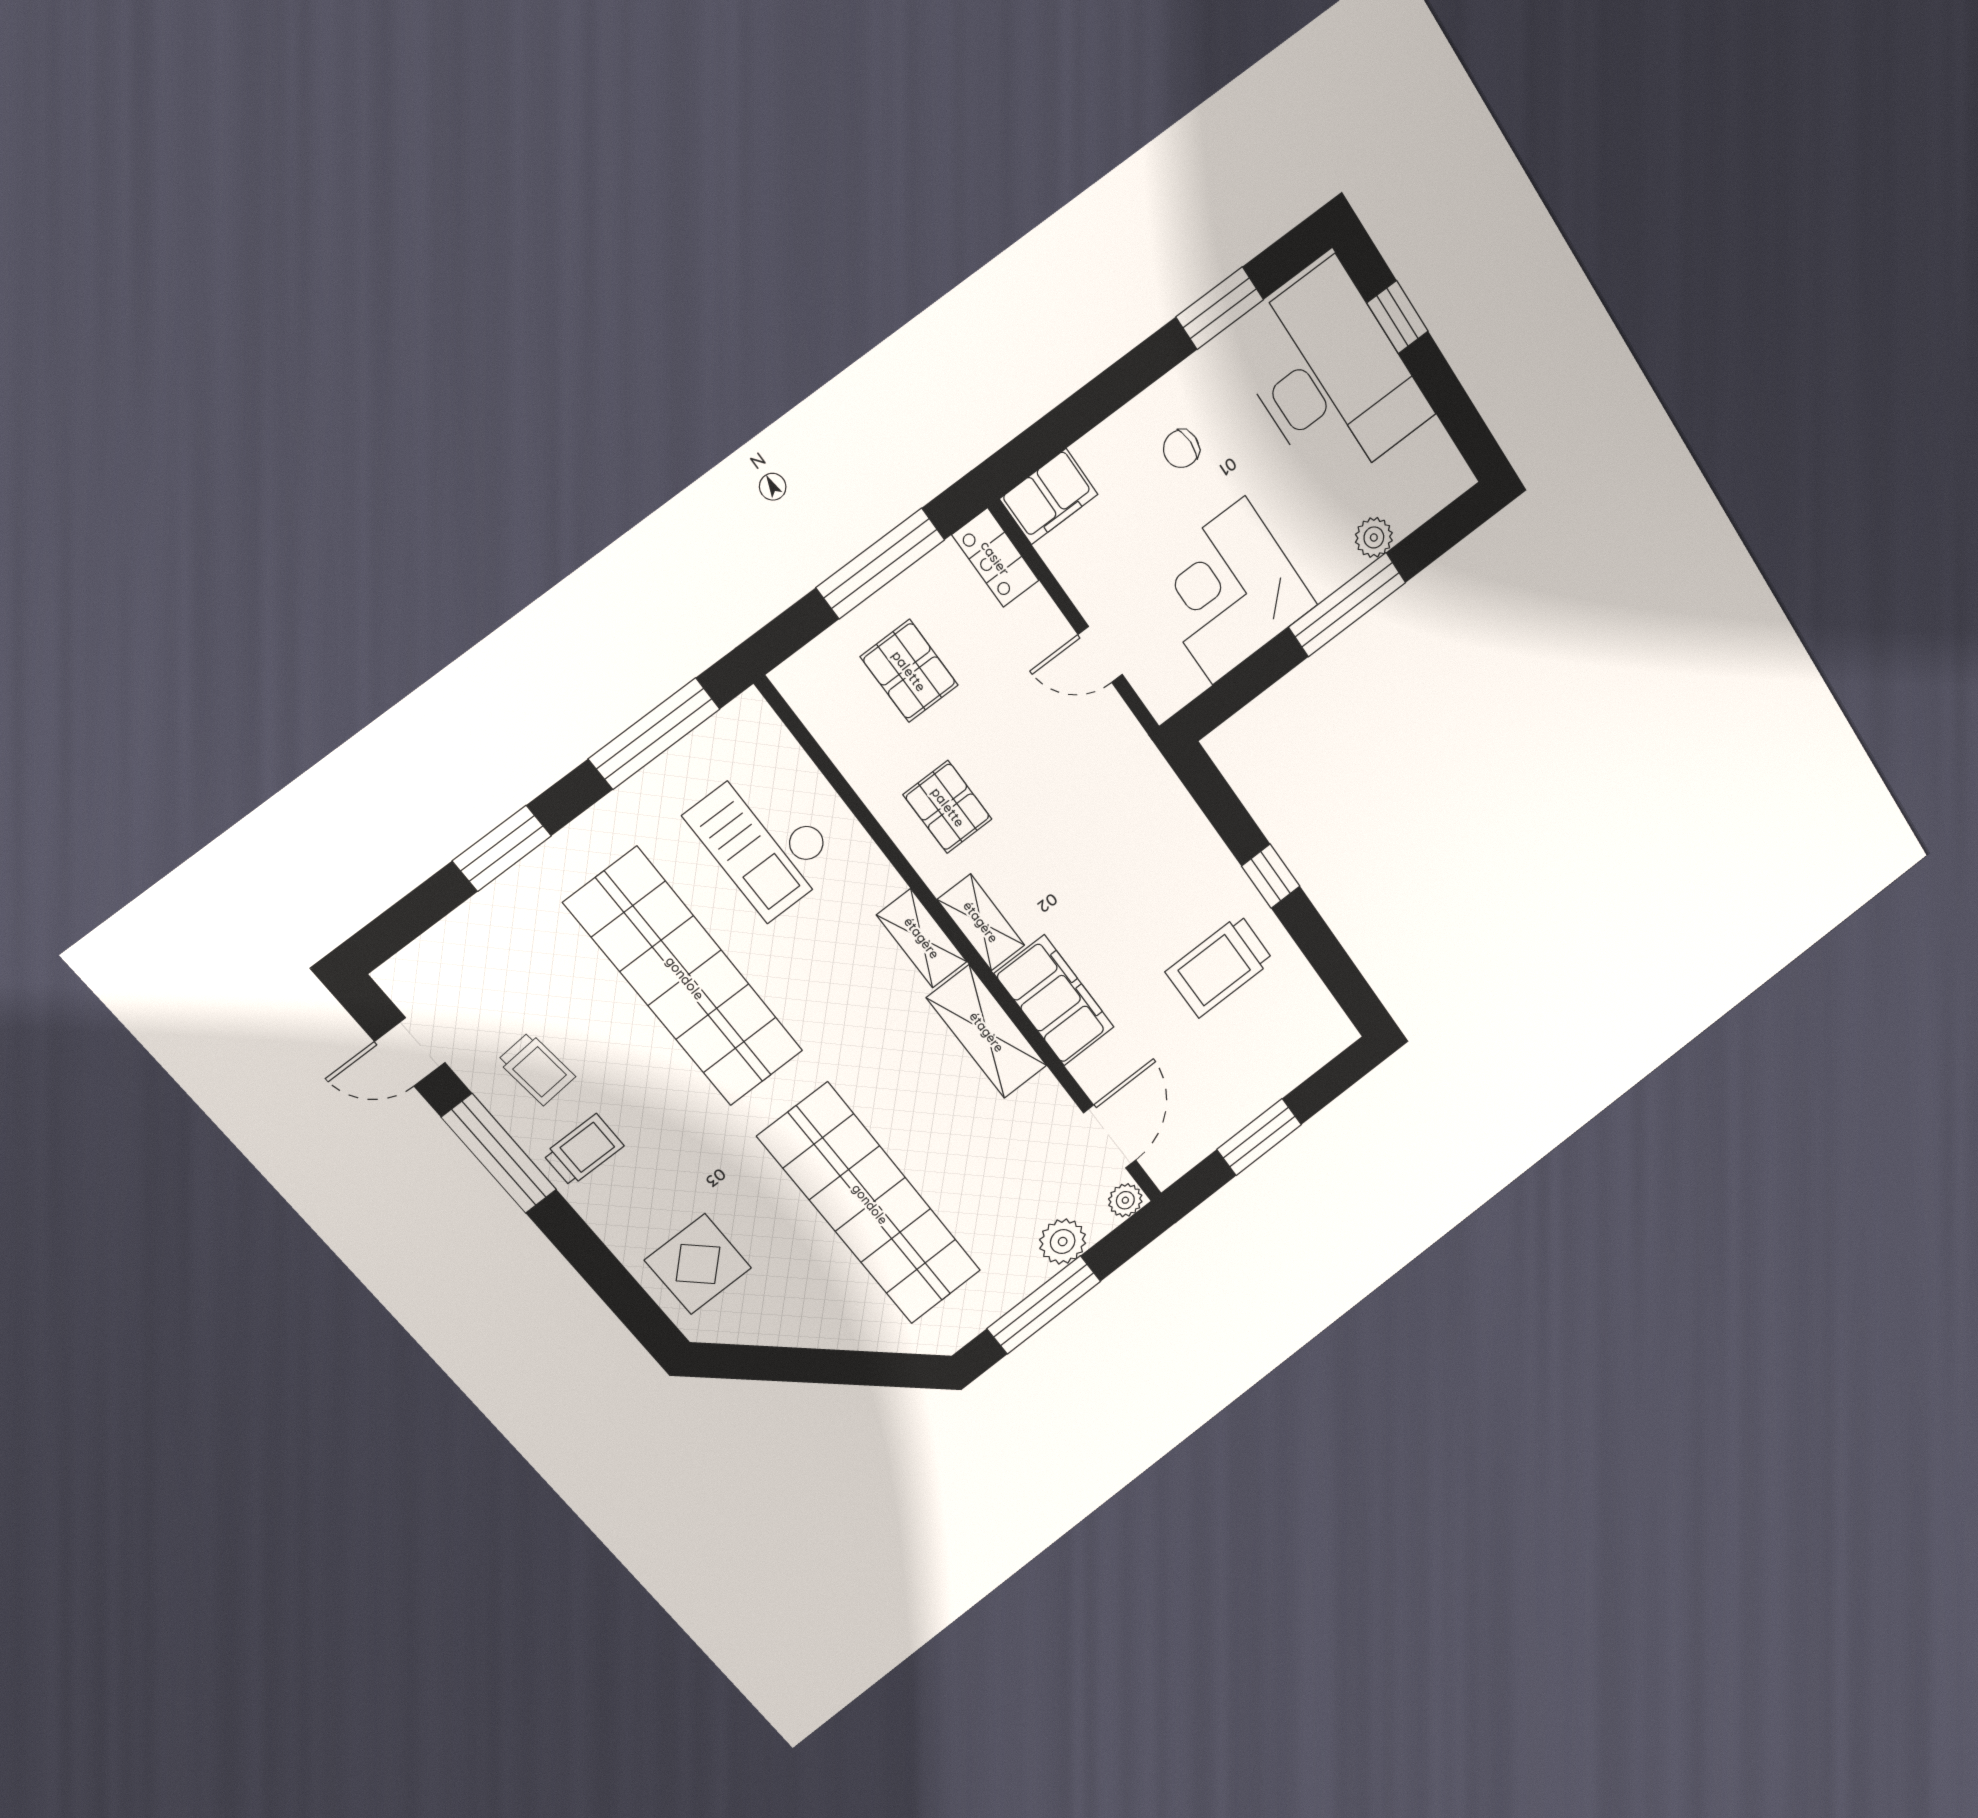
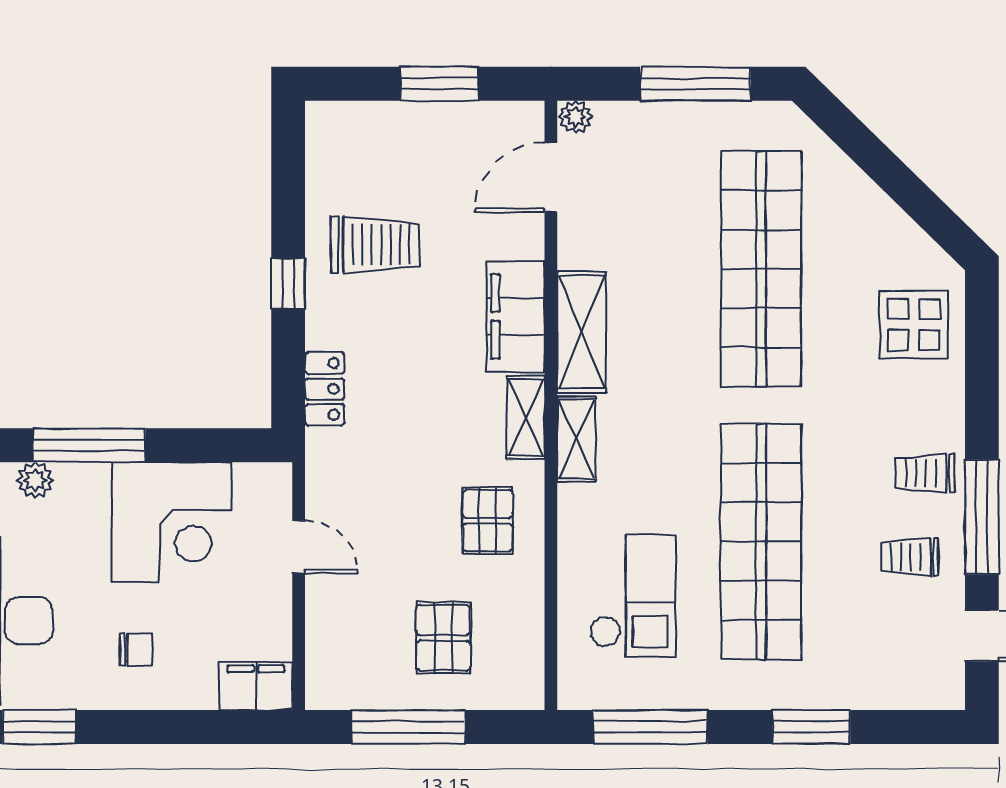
locker: (995, 558) -> (325, 389), moved
trolley: (536, 1069) -> (910, 557), turned -85
plant: (1063, 1242) -> (645, 123), removed

